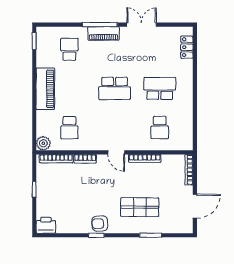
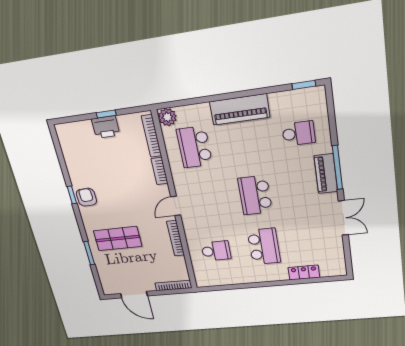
locker: (187, 47) -> (304, 273), moved
school desk: (69, 128) -> (194, 147), width x1.85
school desk: (160, 128) -> (216, 251), turned 180
shop shelf: (140, 207) -> (118, 239), turned 90
printer: (46, 225) -> (106, 127), moved, turned 90

